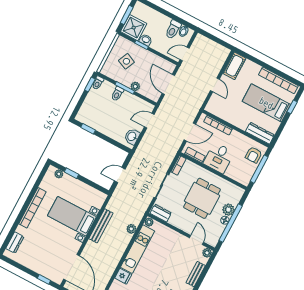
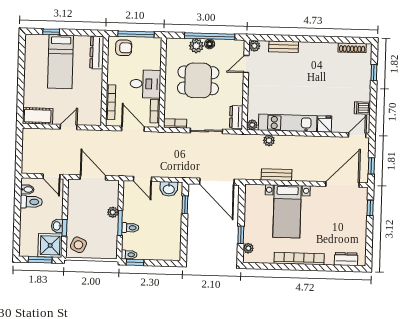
side table: (126, 61) -> (78, 245), moved
bookcase: (278, 80) -> (30, 61), removed
door: (168, 84) -> (93, 178), swing flipped
window: (88, 129) -> (185, 205), moved
door: (120, 175) -> (217, 182), width x1.88
bench: (101, 226) -> (276, 175), width x0.73

